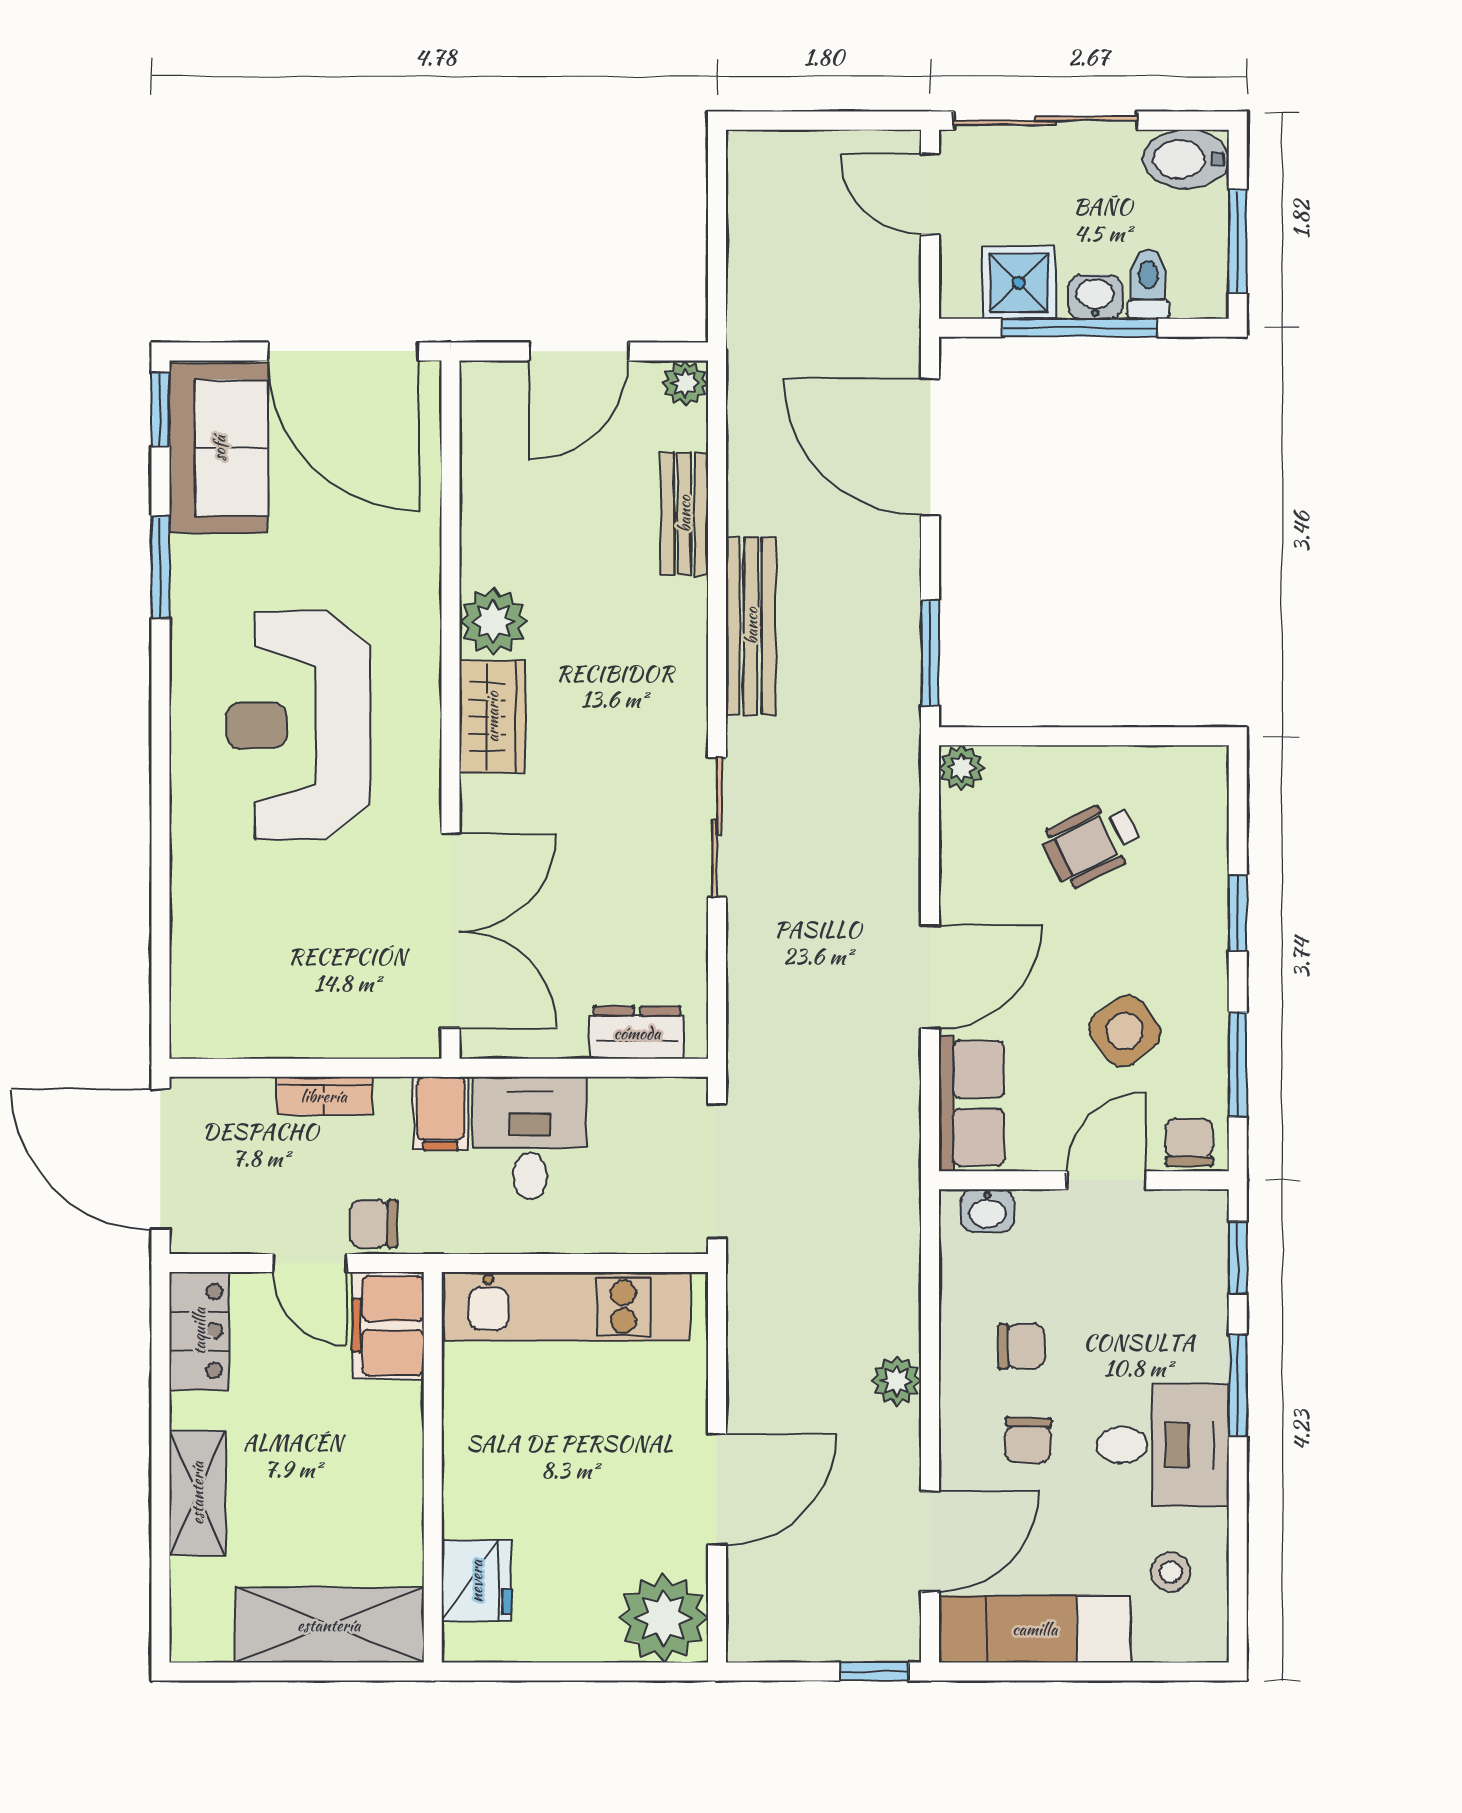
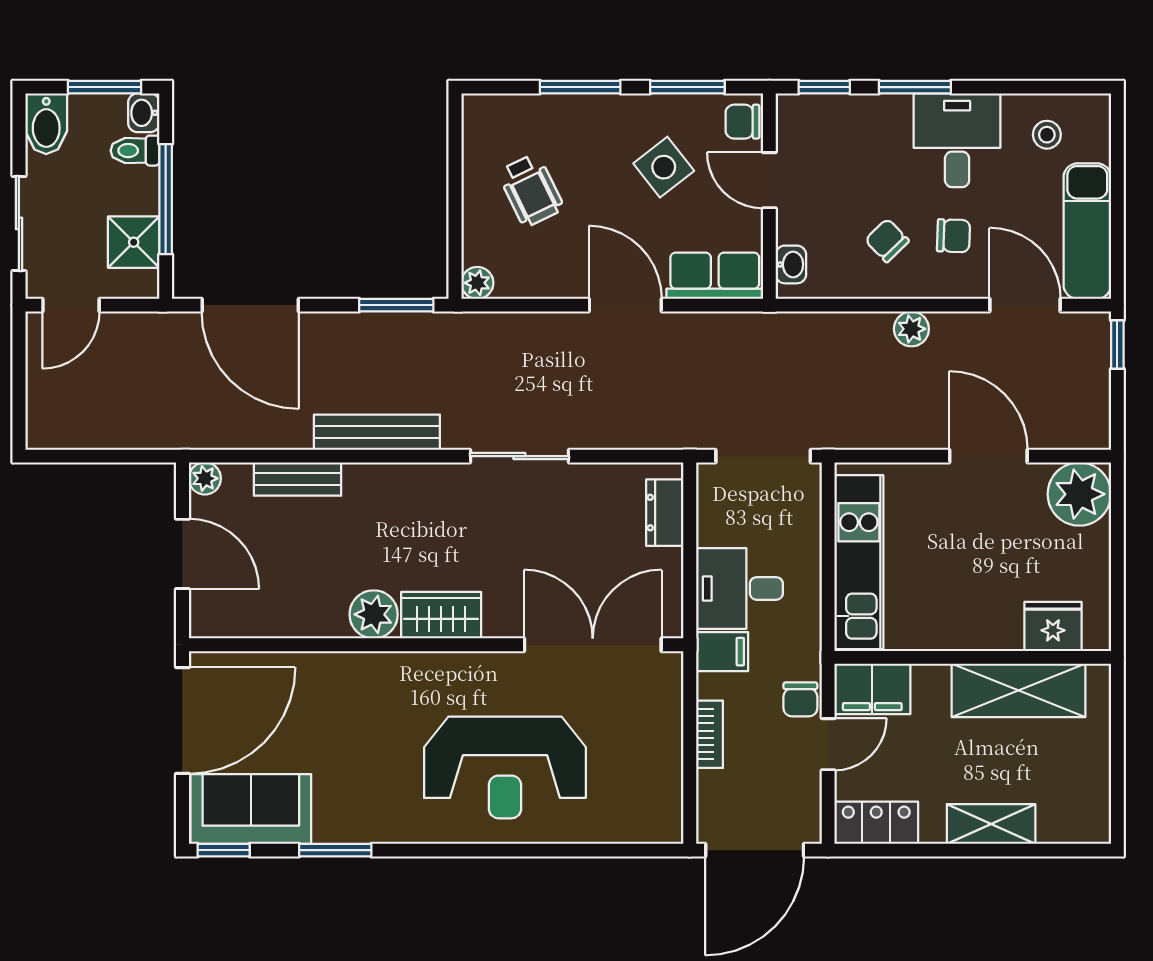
sliding door: (1045, 121) -> (19, 223), width x0.73
washbasin: (1095, 297) -> (144, 113), moved
door: (930, 447) -> (250, 305), hinge flipped
reception desk: (298, 725) -> (505, 767), moved
window: (1238, 913) -> (580, 87), width x1.50
chair: (1021, 1346) -> (887, 240), turned -44
shelving: (329, 1625) -> (1019, 690), moved, turned 90

